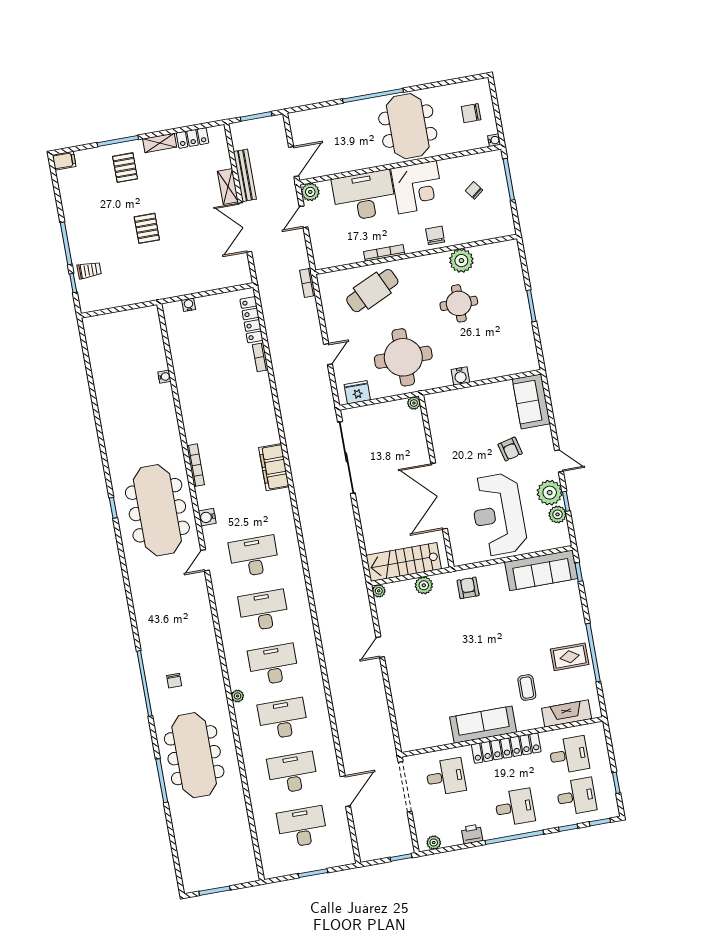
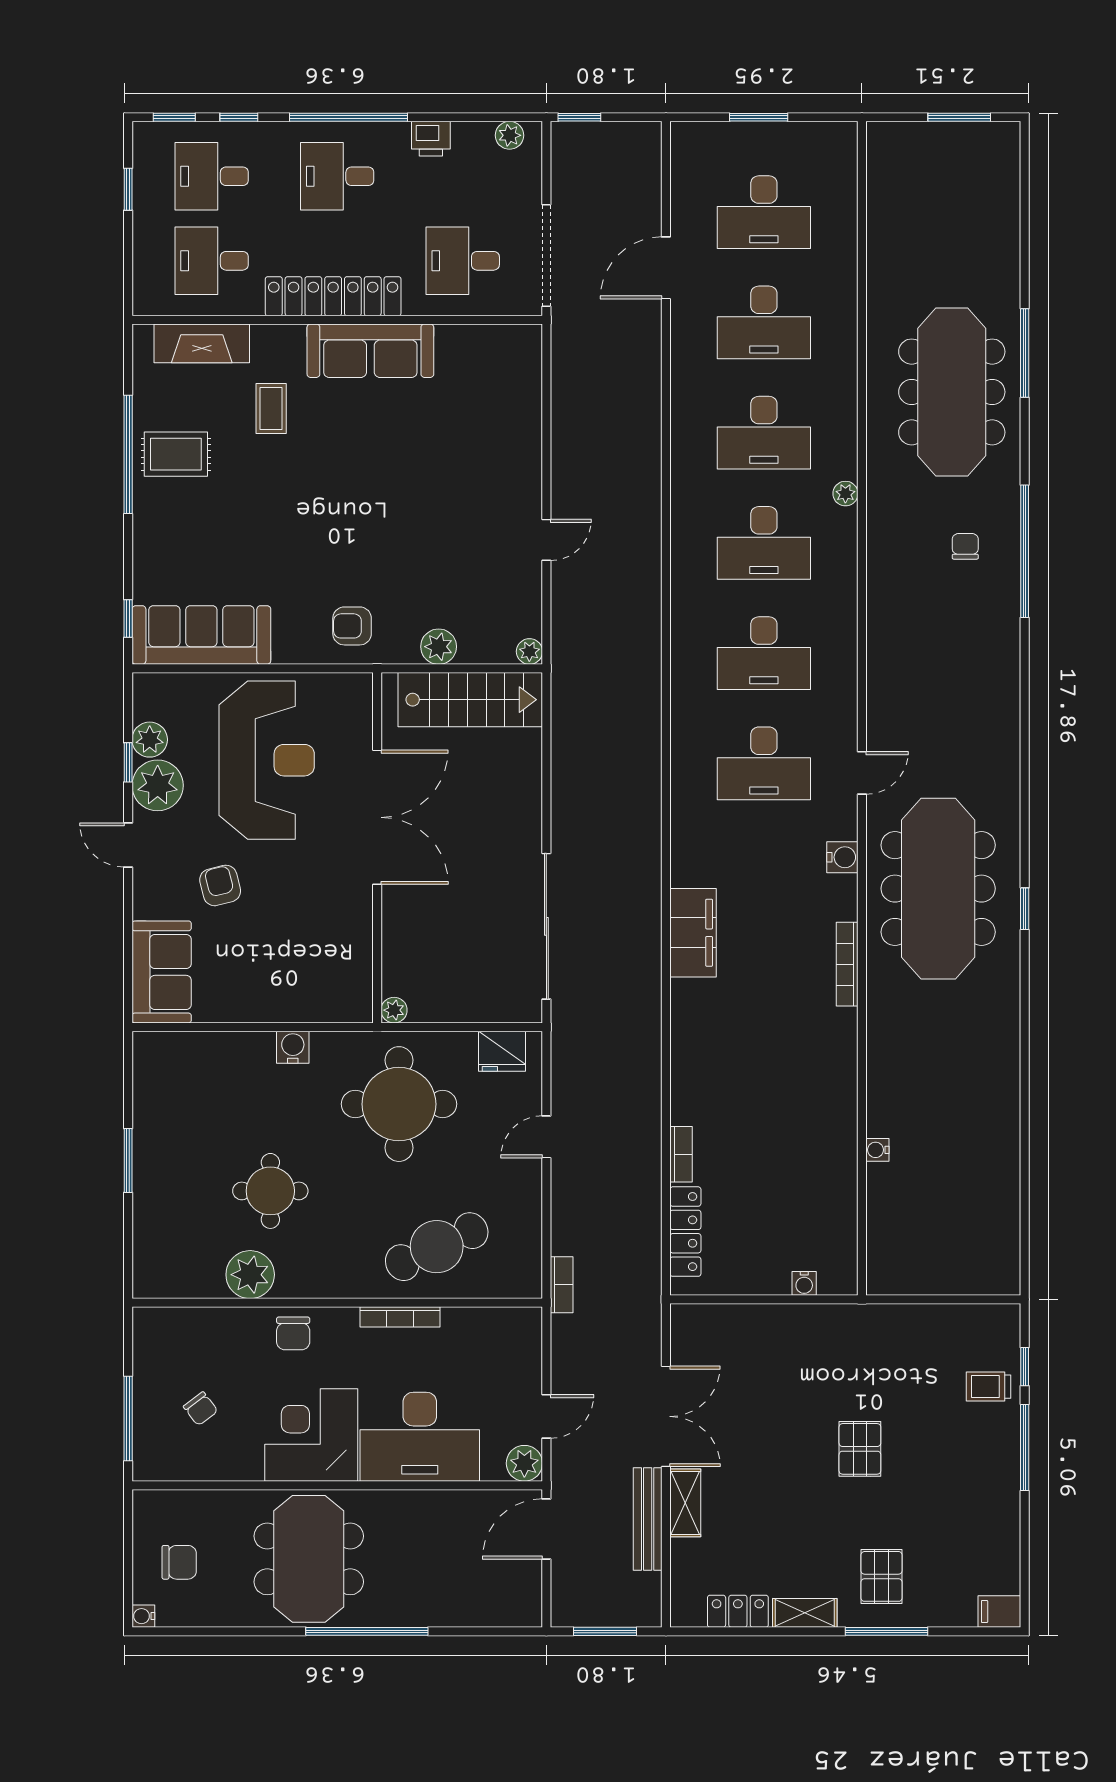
water cooler: (494, 140) -> (143, 1616), moved
armchair: (468, 588) -> (352, 626), turned 90

